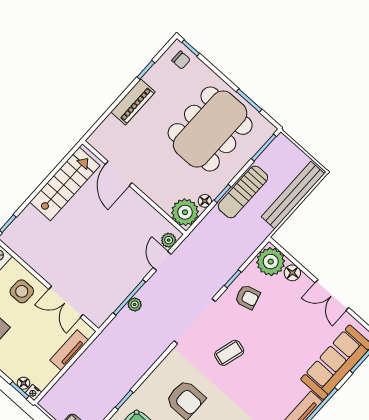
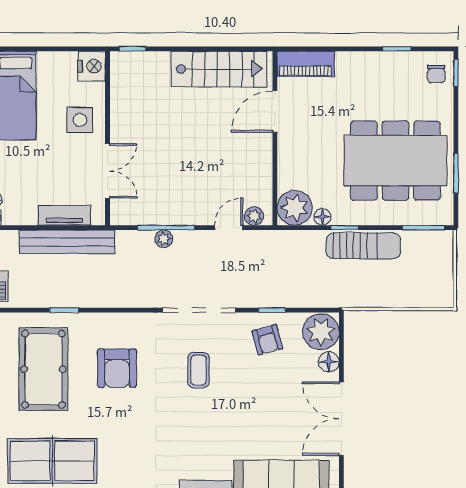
piano: (133, 102) -> (306, 64), moved
sun lounger: (243, 192) -> (363, 246), turned 180
bench: (293, 195) -> (67, 242), moved
double door: (332, 295) -> (341, 419), width x1.37
double door: (66, 302) -> (108, 171), swing flipped
coffee table: (229, 353) -> (199, 370), turned 75

